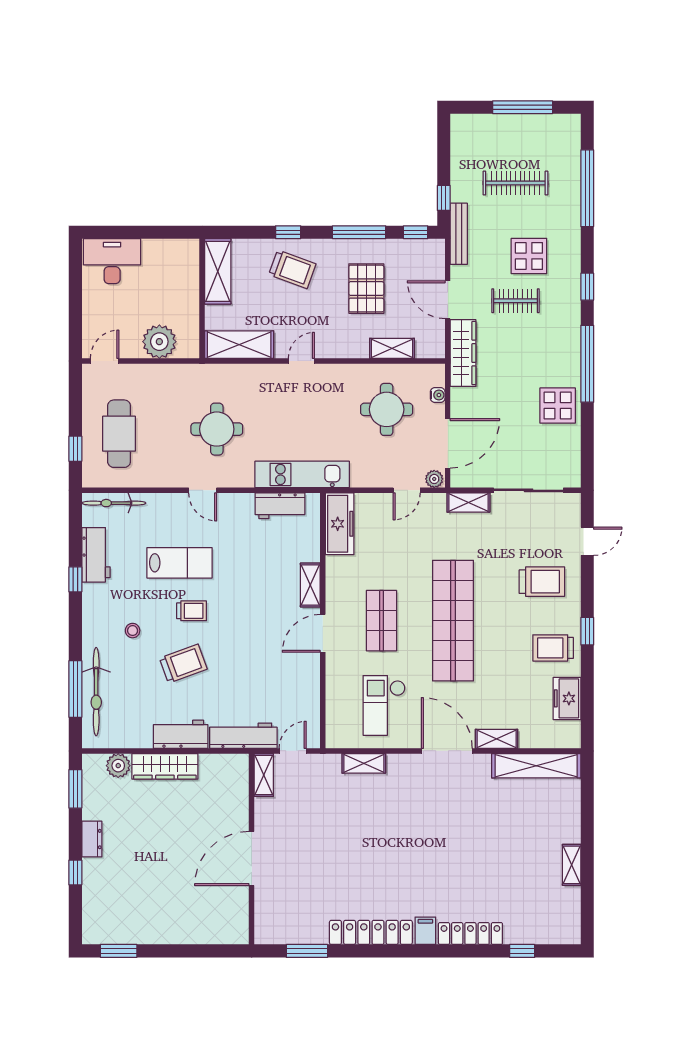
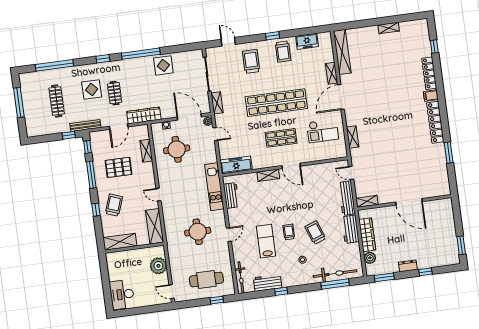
shelving: (264, 775) -> (367, 201), moved
wall: (252, 849) -> (404, 203), moved
door: (252, 858) -> (409, 202), moved

